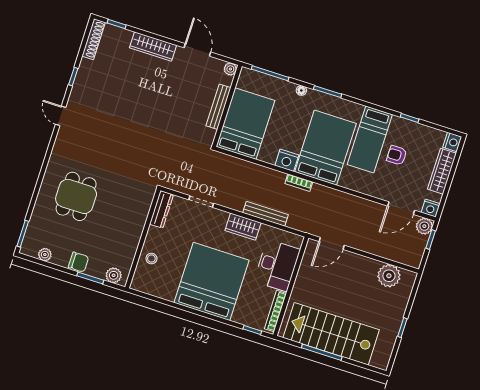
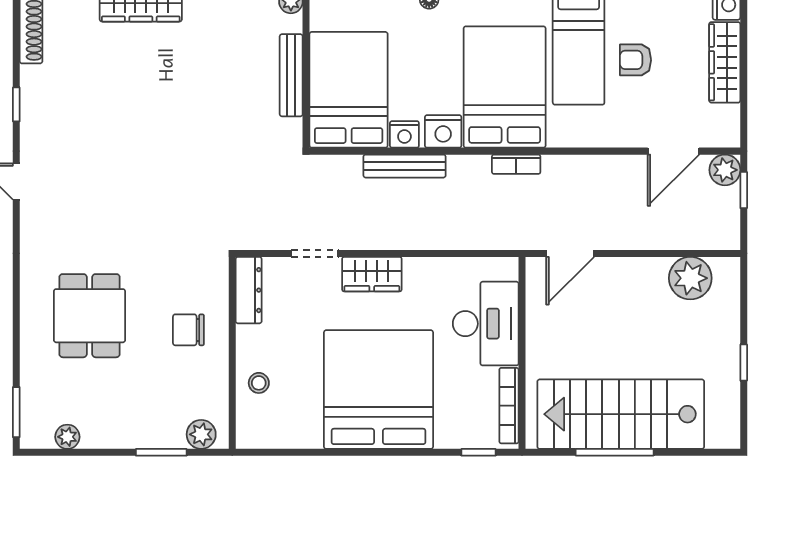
bookcase: (299, 183) -> (516, 164), moved
nightstand: (431, 208) -> (404, 134), moved
bench: (265, 214) -> (405, 166), moved
wardrobe: (243, 227) -> (372, 274), moved
chair: (78, 262) -> (188, 330), moved, turned 180

